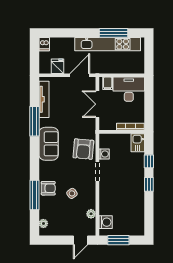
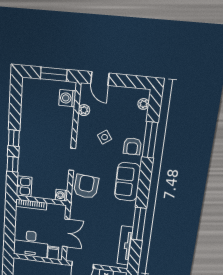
sofa: (49, 144) -> (128, 182), moved
washing machine: (104, 154) -> (61, 195), moved
armchair: (48, 188) -> (132, 146), turned -90
door: (81, 240) -> (100, 78), swing flipped

